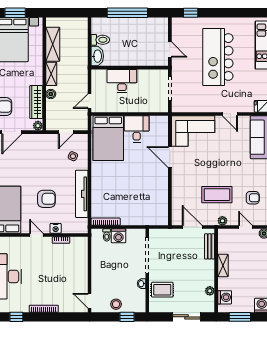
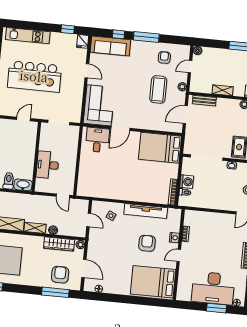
door: (230, 114) -> (87, 71), hinge flipped
desk: (137, 129) -> (97, 140), moved, turned 90
bed: (108, 138) -> (160, 148), moved, turned 180

